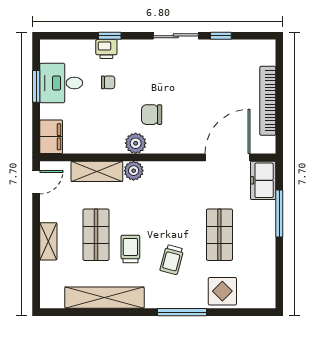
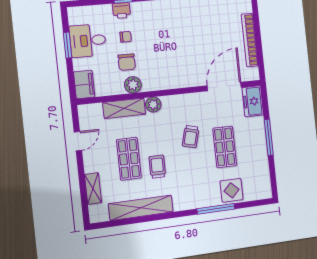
chair: (152, 115) -> (127, 62), moved, turned -90
plant: (136, 143) -> (133, 85), moved
door: (36, 182) -> (78, 141), moved
window: (279, 214) -> (269, 137), moved
shelving: (48, 241) -> (93, 189), moved
trolley: (172, 260) -> (191, 137), moved
window: (182, 312) -> (216, 209), moved

